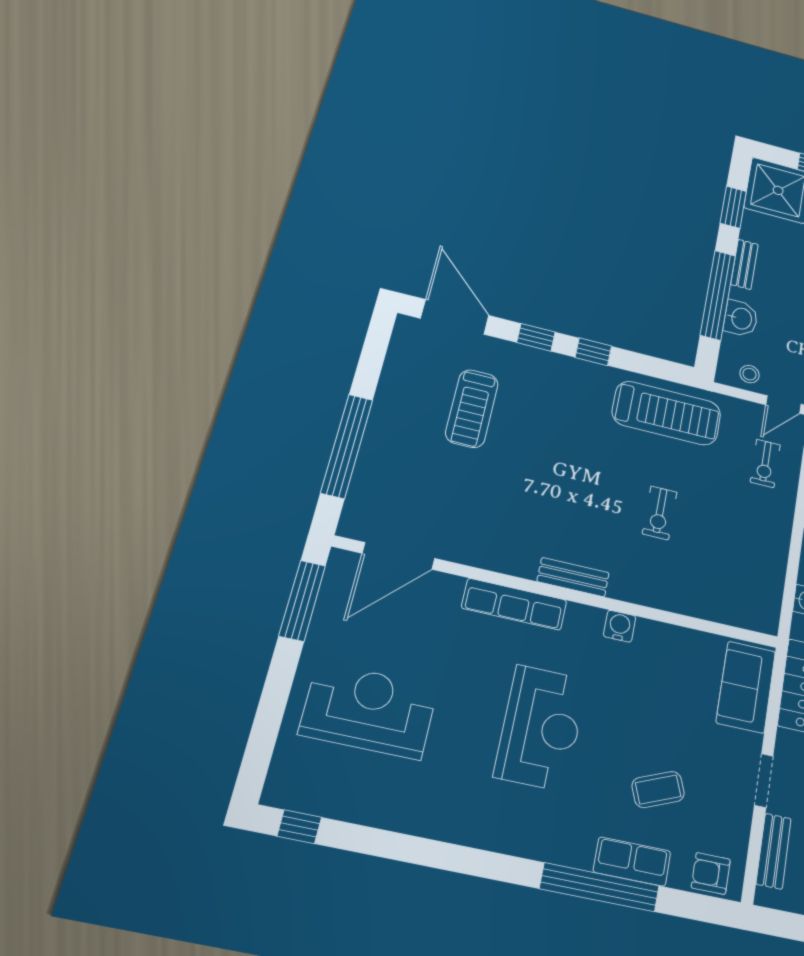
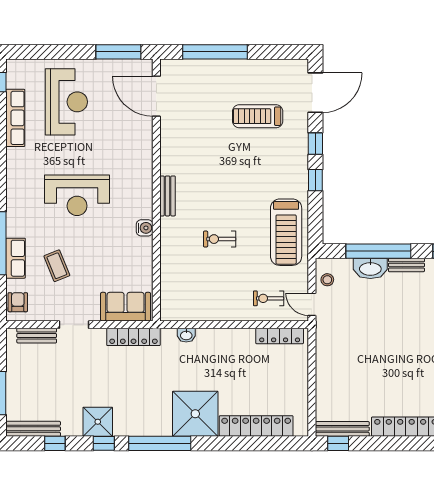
washbasin: (741, 318) -> (370, 268), width x1.38
row of seats: (514, 604) -> (15, 118), moved, turned 180

